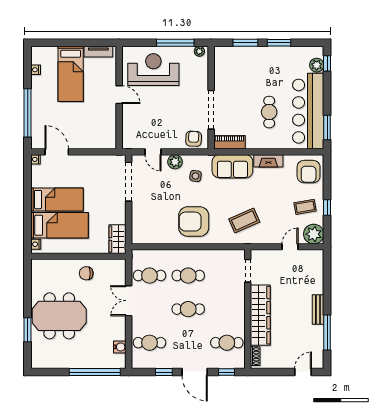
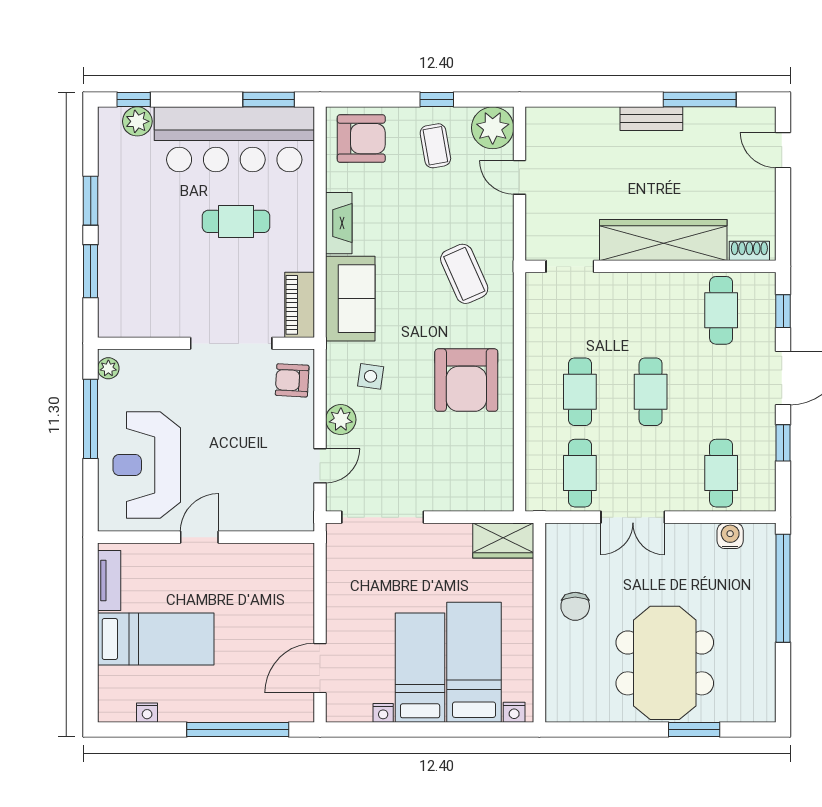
nightstand: (35, 159) -> (383, 713), moved

